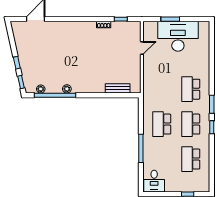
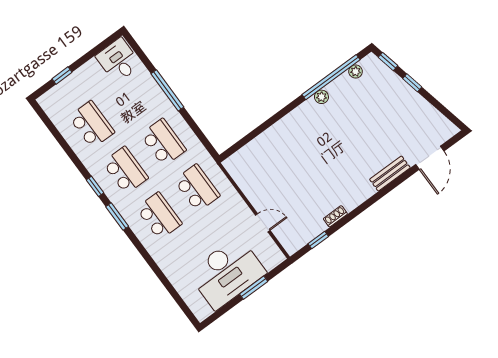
door: (142, 48) -> (263, 223), swing flipped
bench: (118, 88) -> (390, 174), moved
school desk: (162, 89) -> (197, 188), added

